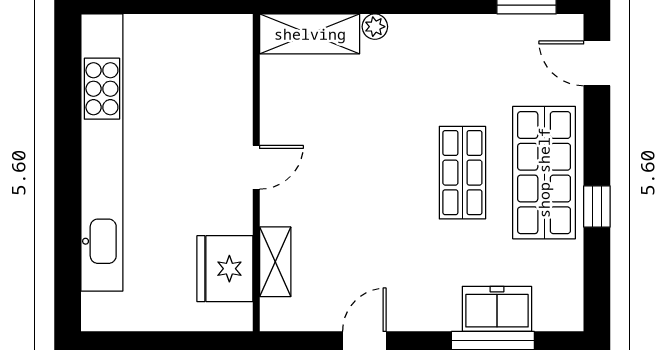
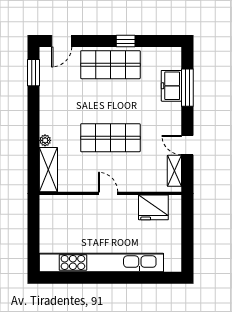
shop shelf: (462, 173) -> (110, 138), moved, width x1.43, depth x1.36
shelving: (275, 262) -> (174, 171), moved, turned 90

